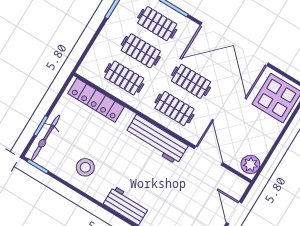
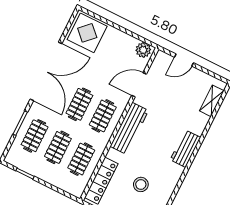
stool: (85, 167) -> (141, 184), moved

